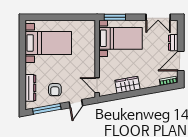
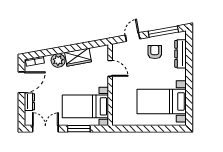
window: (115, 17) -> (79, 129), moved
plant: (146, 82) -> (58, 60), added
door: (97, 85) -> (110, 68), moved

